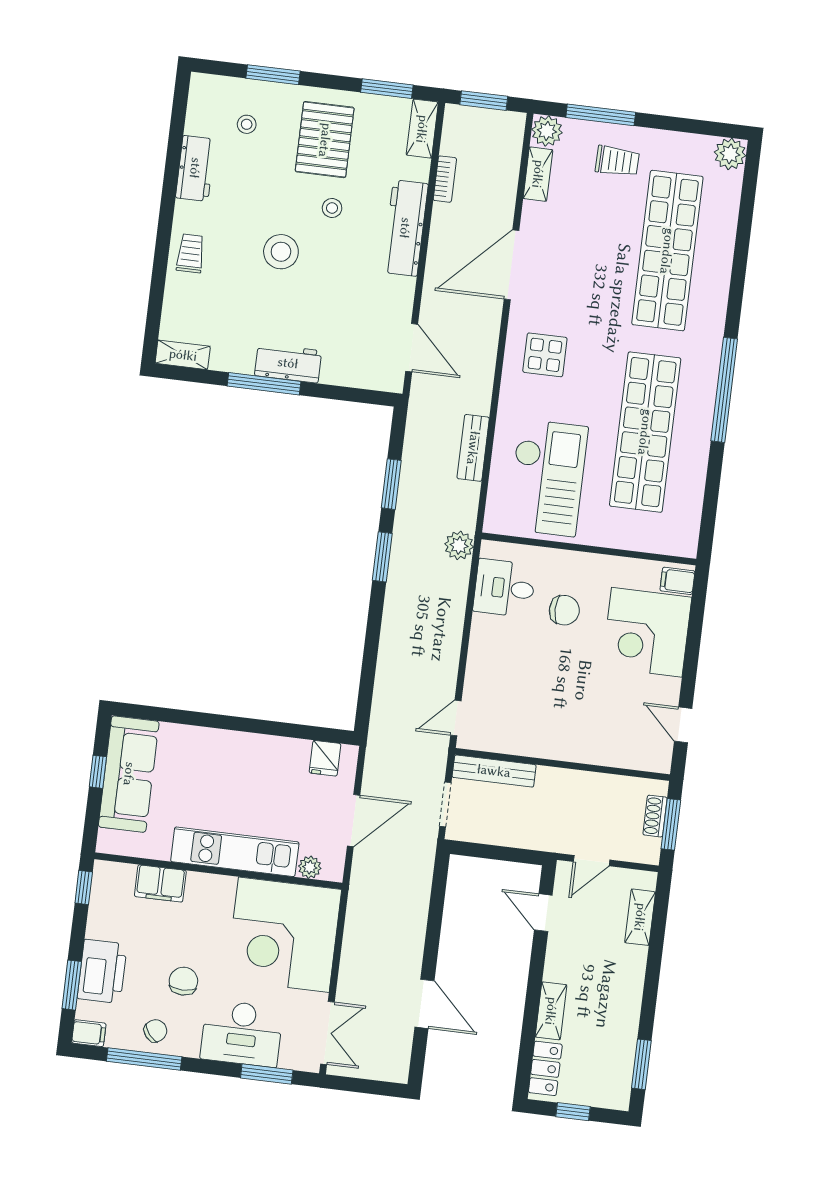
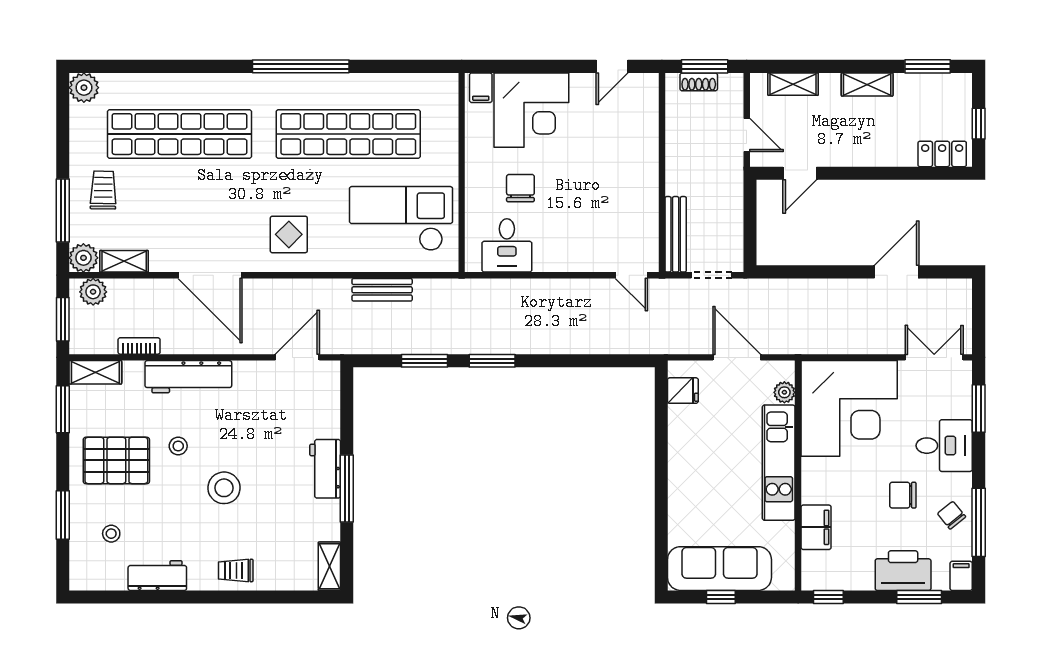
plant: (459, 545) -> (93, 292), moved
shelving: (551, 1011) -> (867, 84), moved
desk: (242, 1033) -> (944, 446), width x0.73

